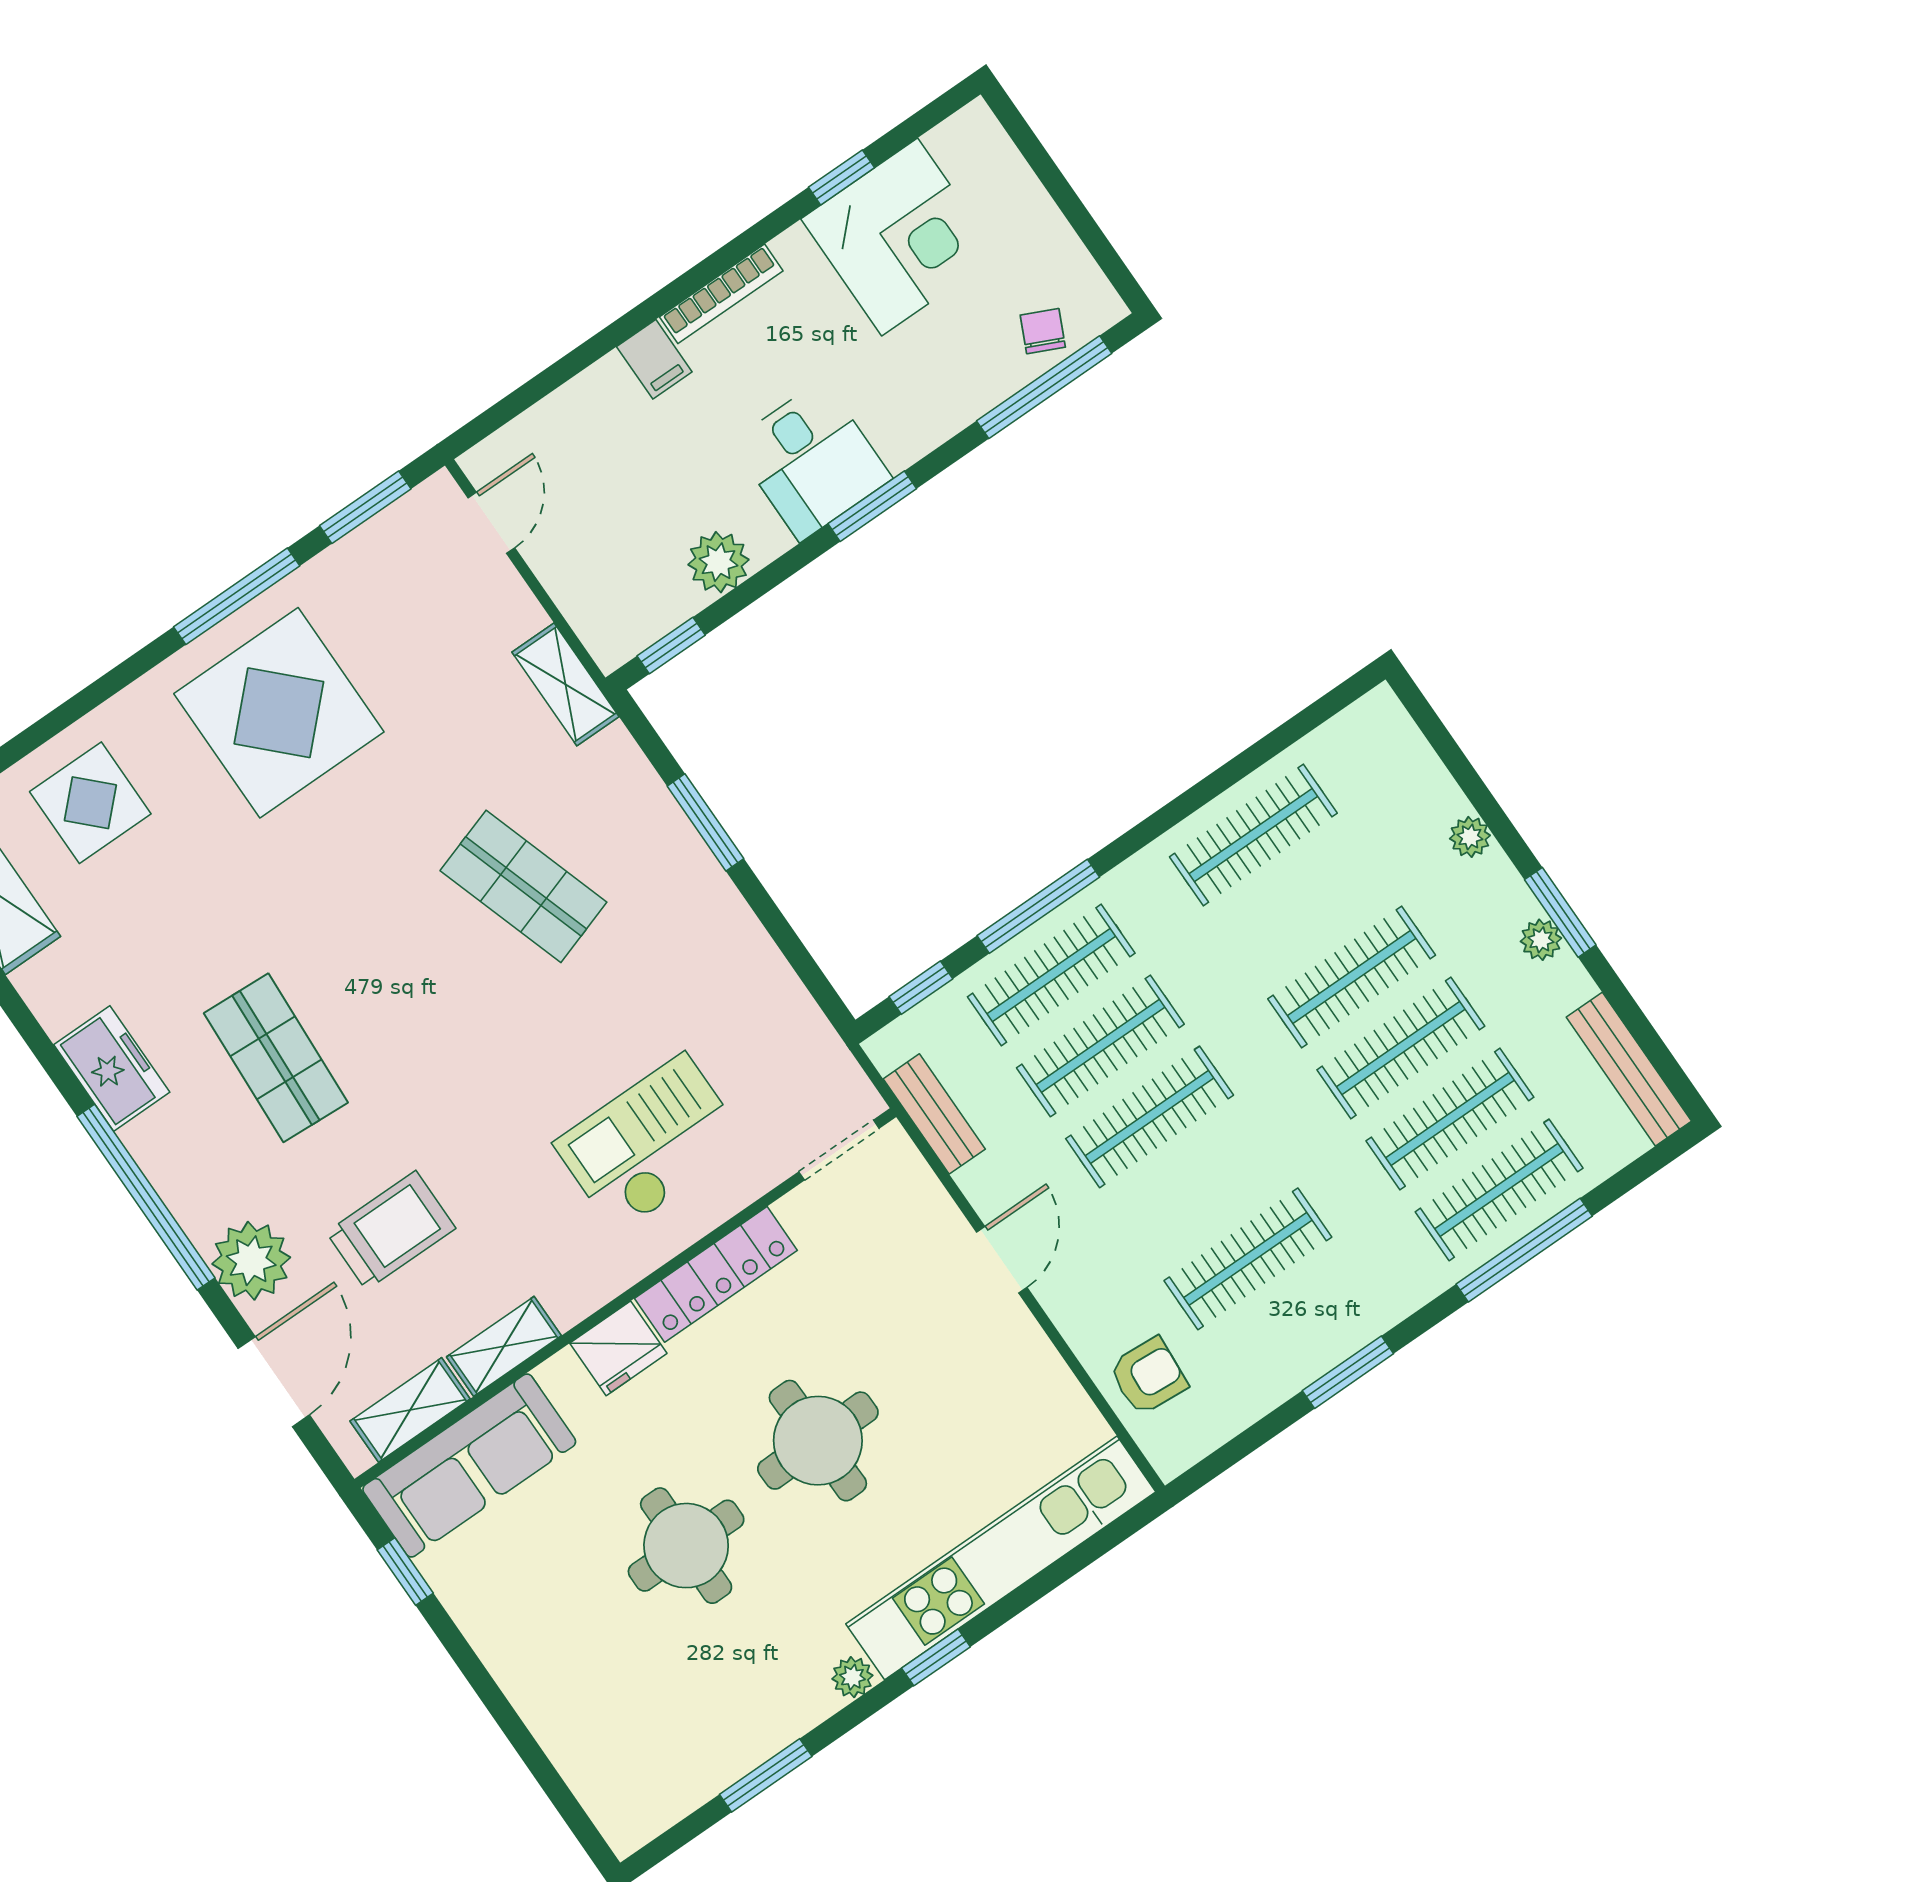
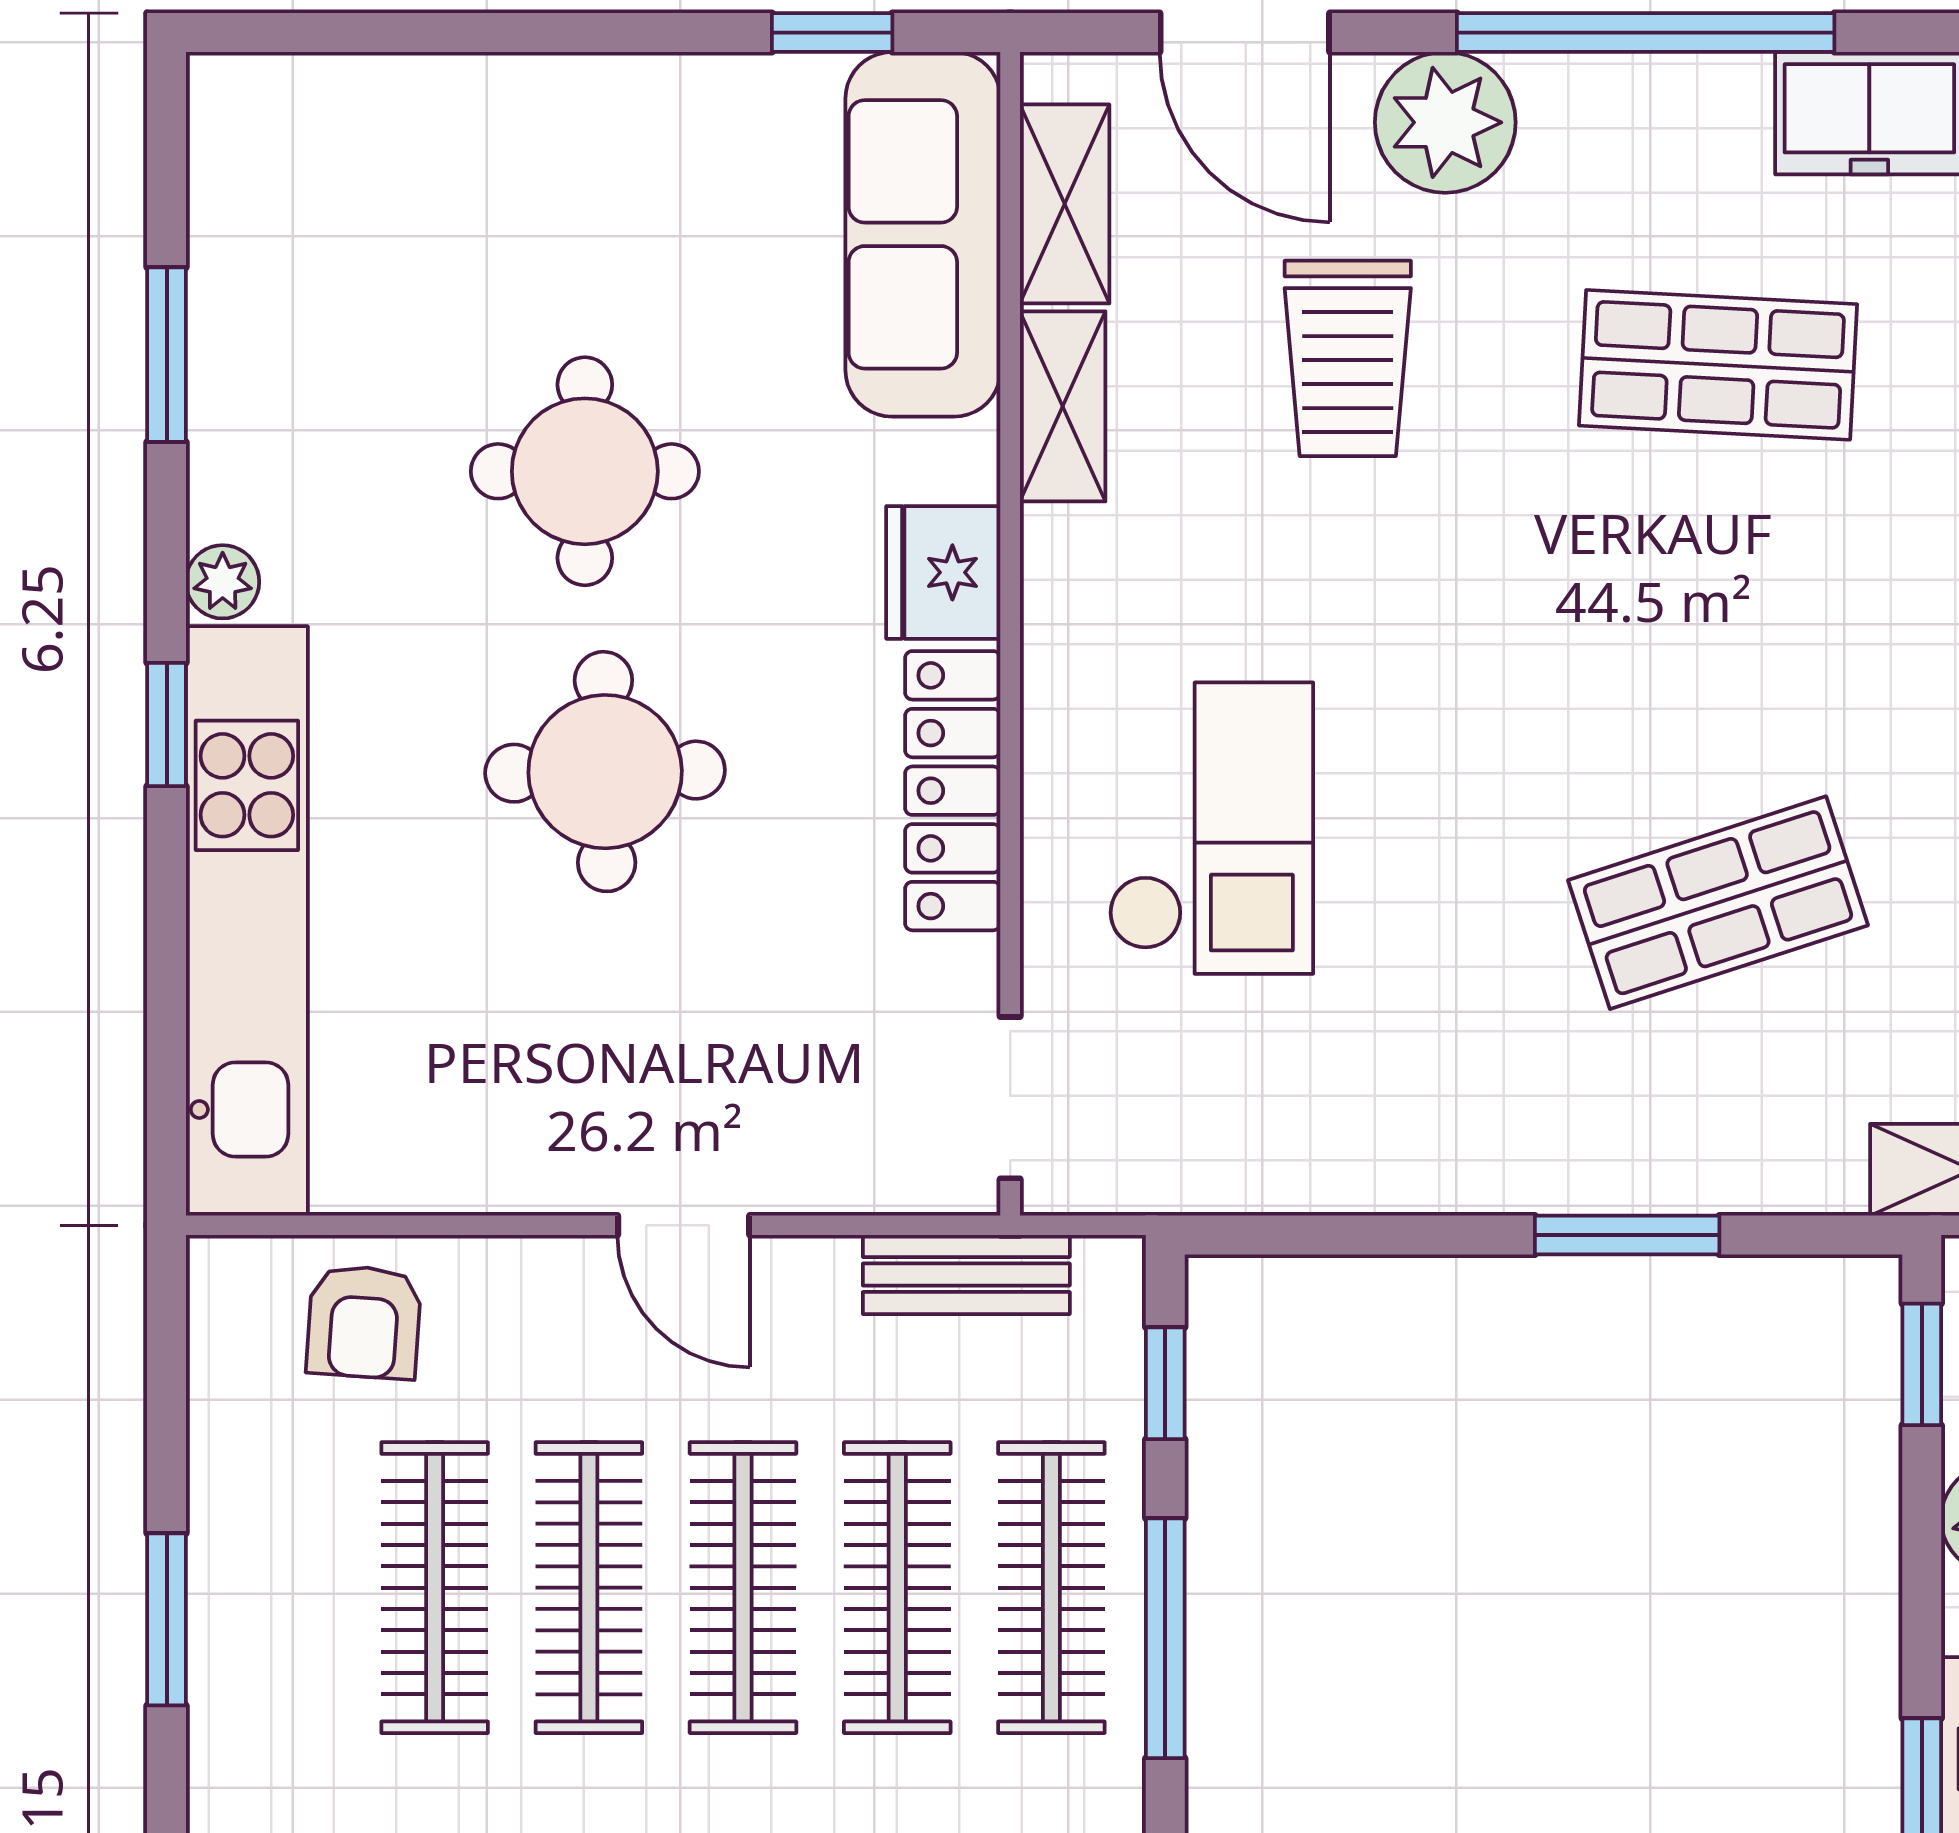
clothes rail: (1199, 1188) -> (589, 1588), added

